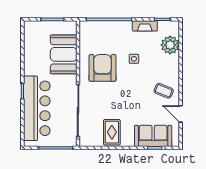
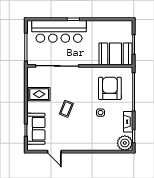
plant: (170, 45) -> (125, 143), moved
booth: (64, 54) -> (115, 54), moved
armchair: (103, 68) -> (110, 88), moved, turned -90
coffee table: (164, 91) -> (66, 109), moved
door: (181, 114) -> (54, 152), swing flipped

